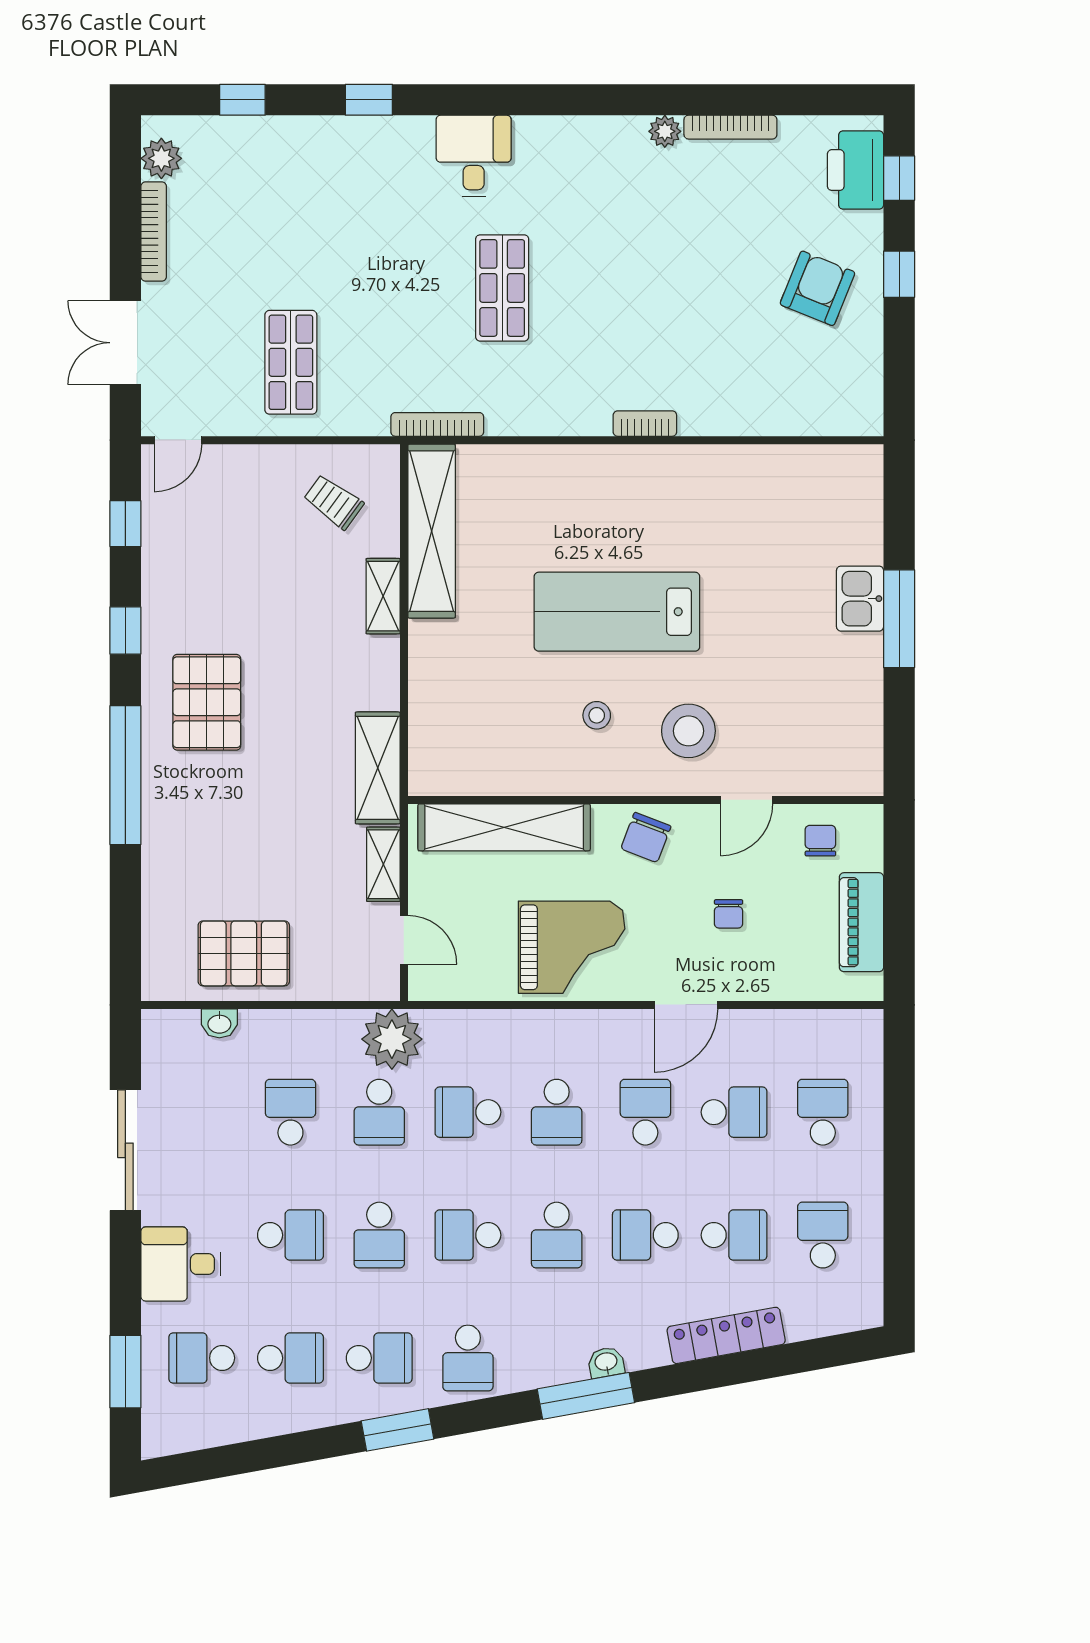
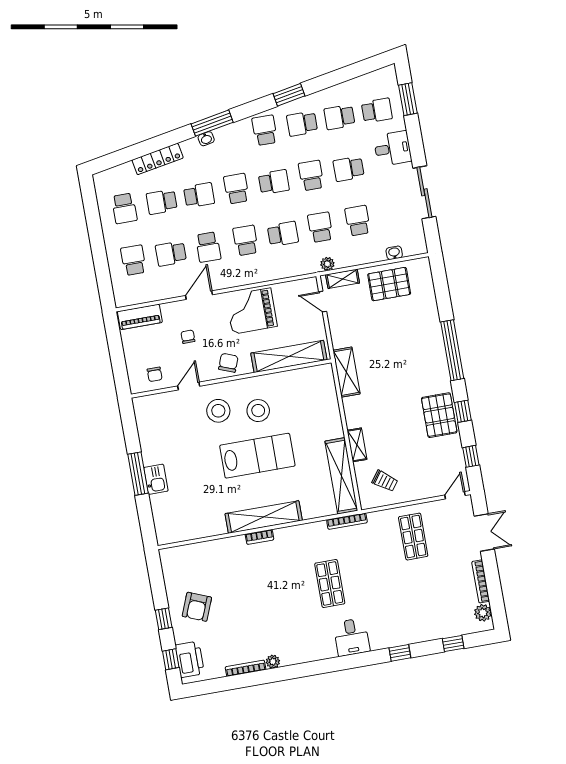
shelving: (627, 468) -> (264, 517), added
pallet: (207, 702) -> (439, 415), moved
stool: (597, 715) -> (258, 411), width x1.89, depth x1.89
shelving: (383, 864) -> (343, 279), moved, turned 90
piano: (861, 922) -> (140, 317), moved, turned 90
plant: (392, 1039) -> (327, 264), width x0.53, depth x0.53
school desk: (290, 1112) -> (358, 221), turned 180
school desk: (823, 1112) -> (133, 260), turned 180

